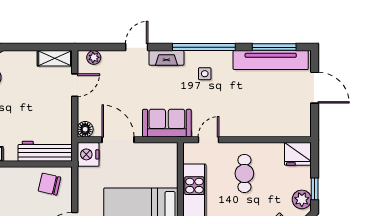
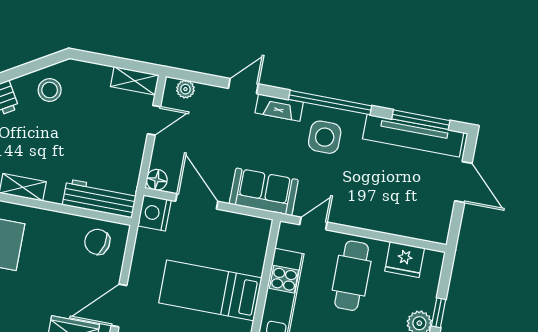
side table: (205, 74) -> (325, 137), width x1.87, depth x1.87
fridge: (298, 154) -> (405, 259), moved
cafe table: (244, 173) -> (352, 276), width x1.37, depth x1.35

